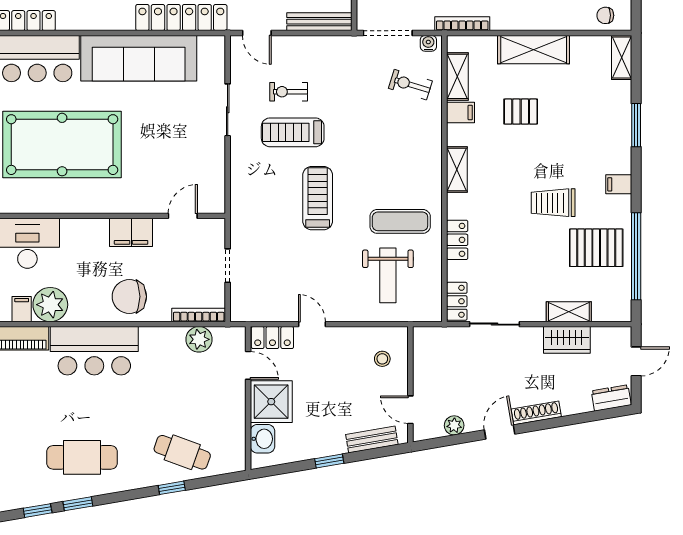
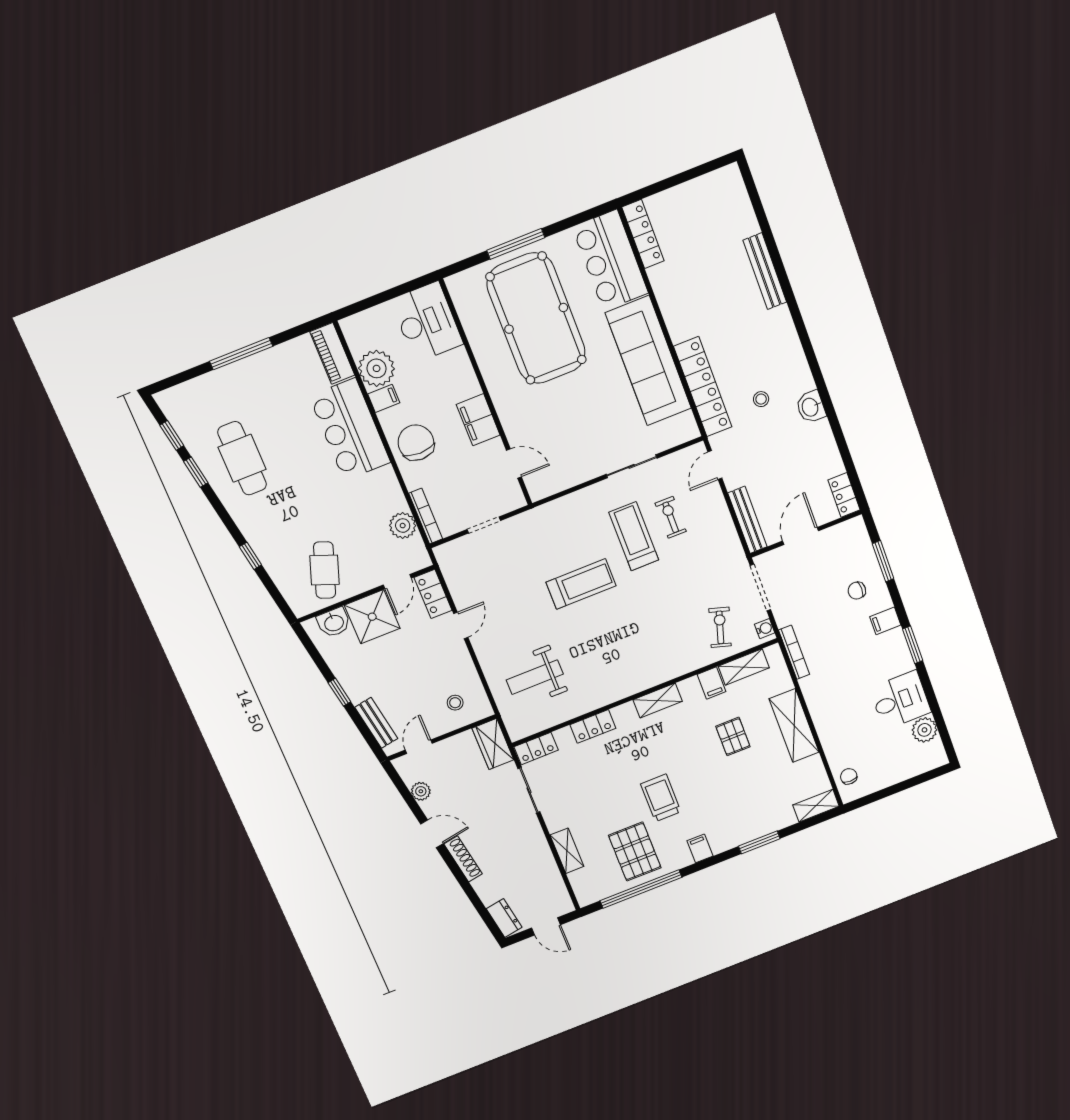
exercise mat: (400, 221) -> (589, 668), removed
filing cabinet: (22, 309) -> (384, 398), moved
wardrobe: (567, 340) -> (493, 744), moved
cafe table: (182, 452) -> (325, 570), moved

